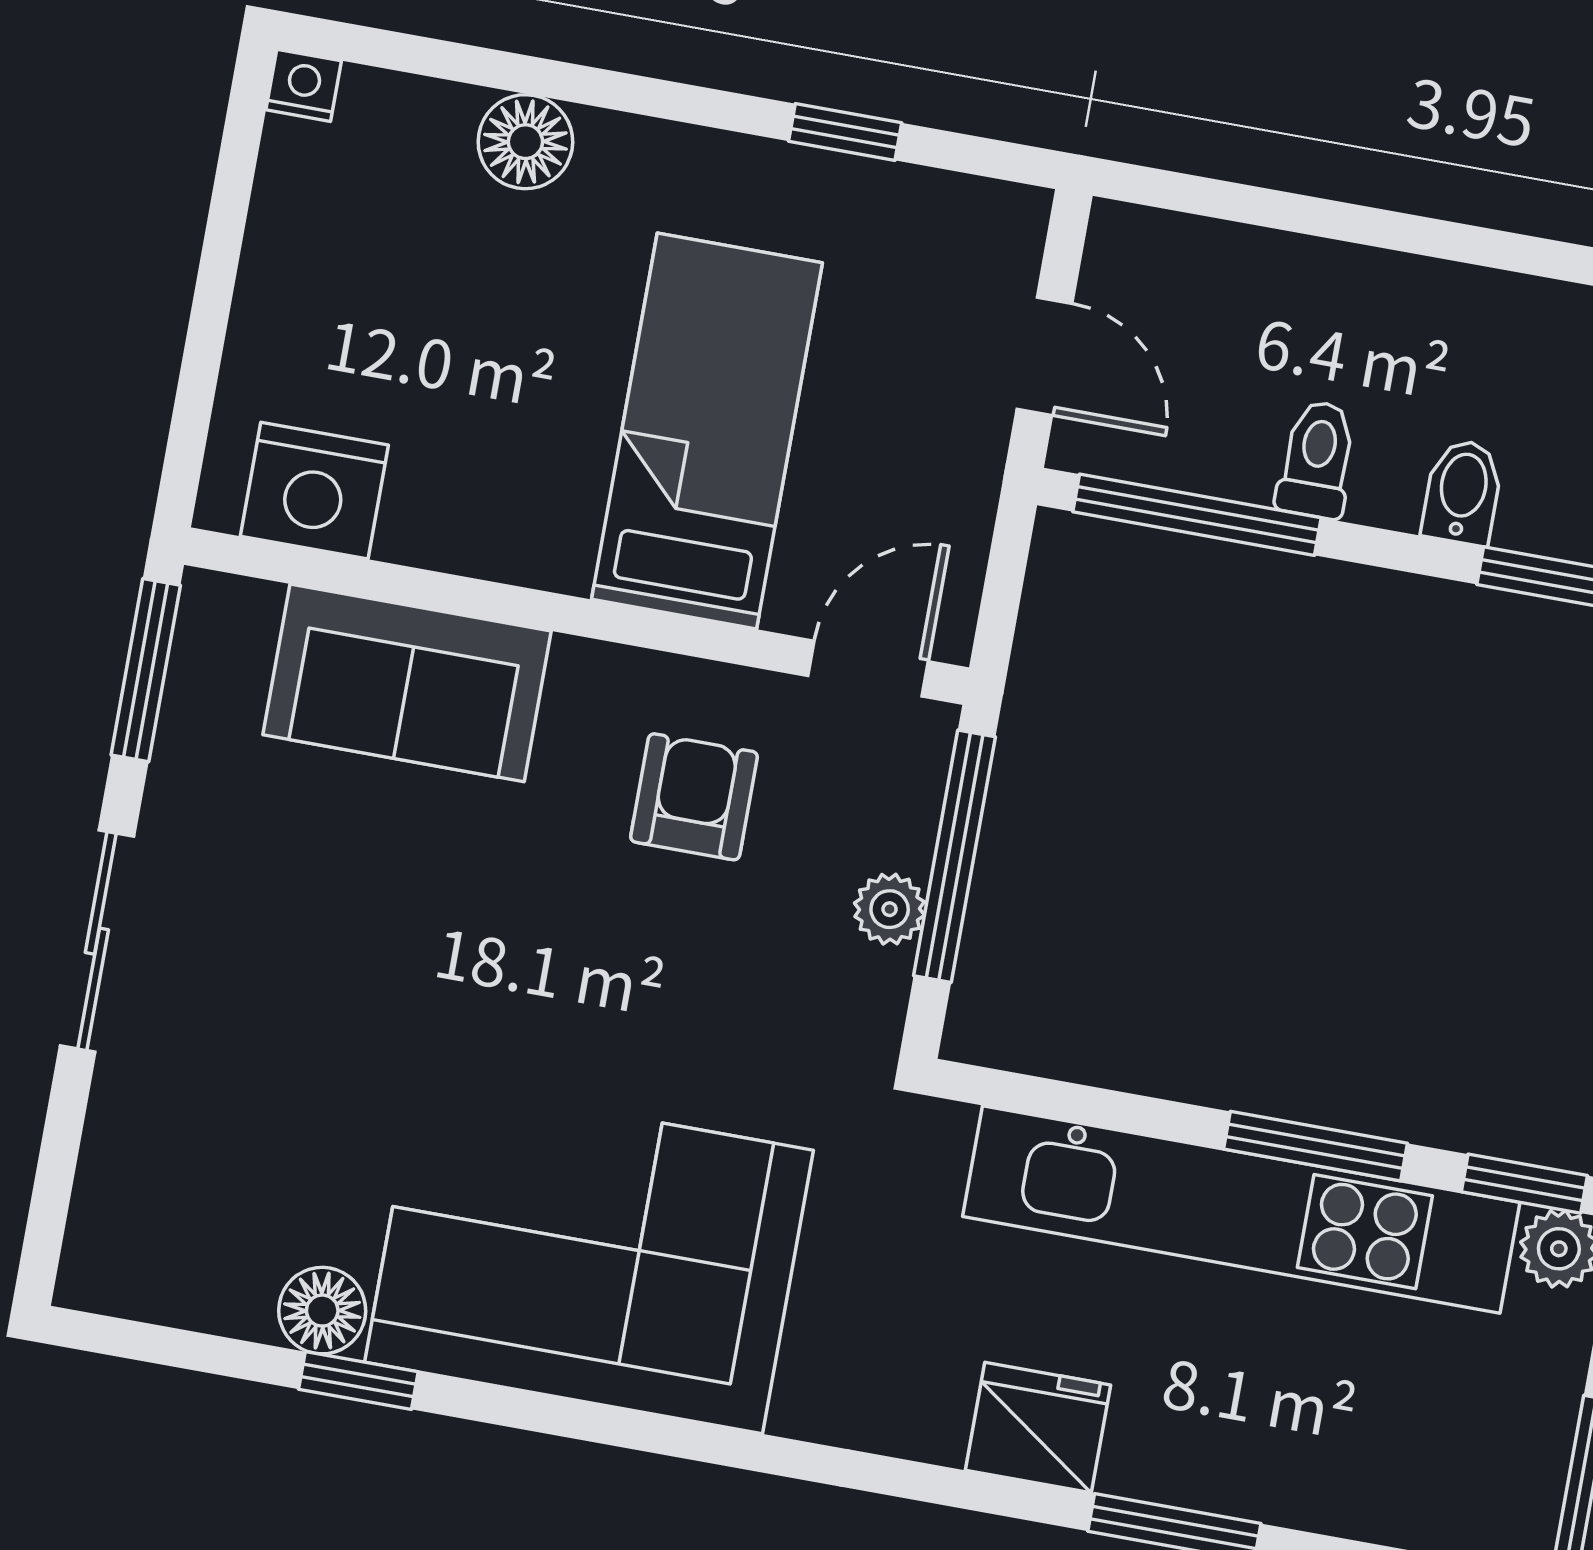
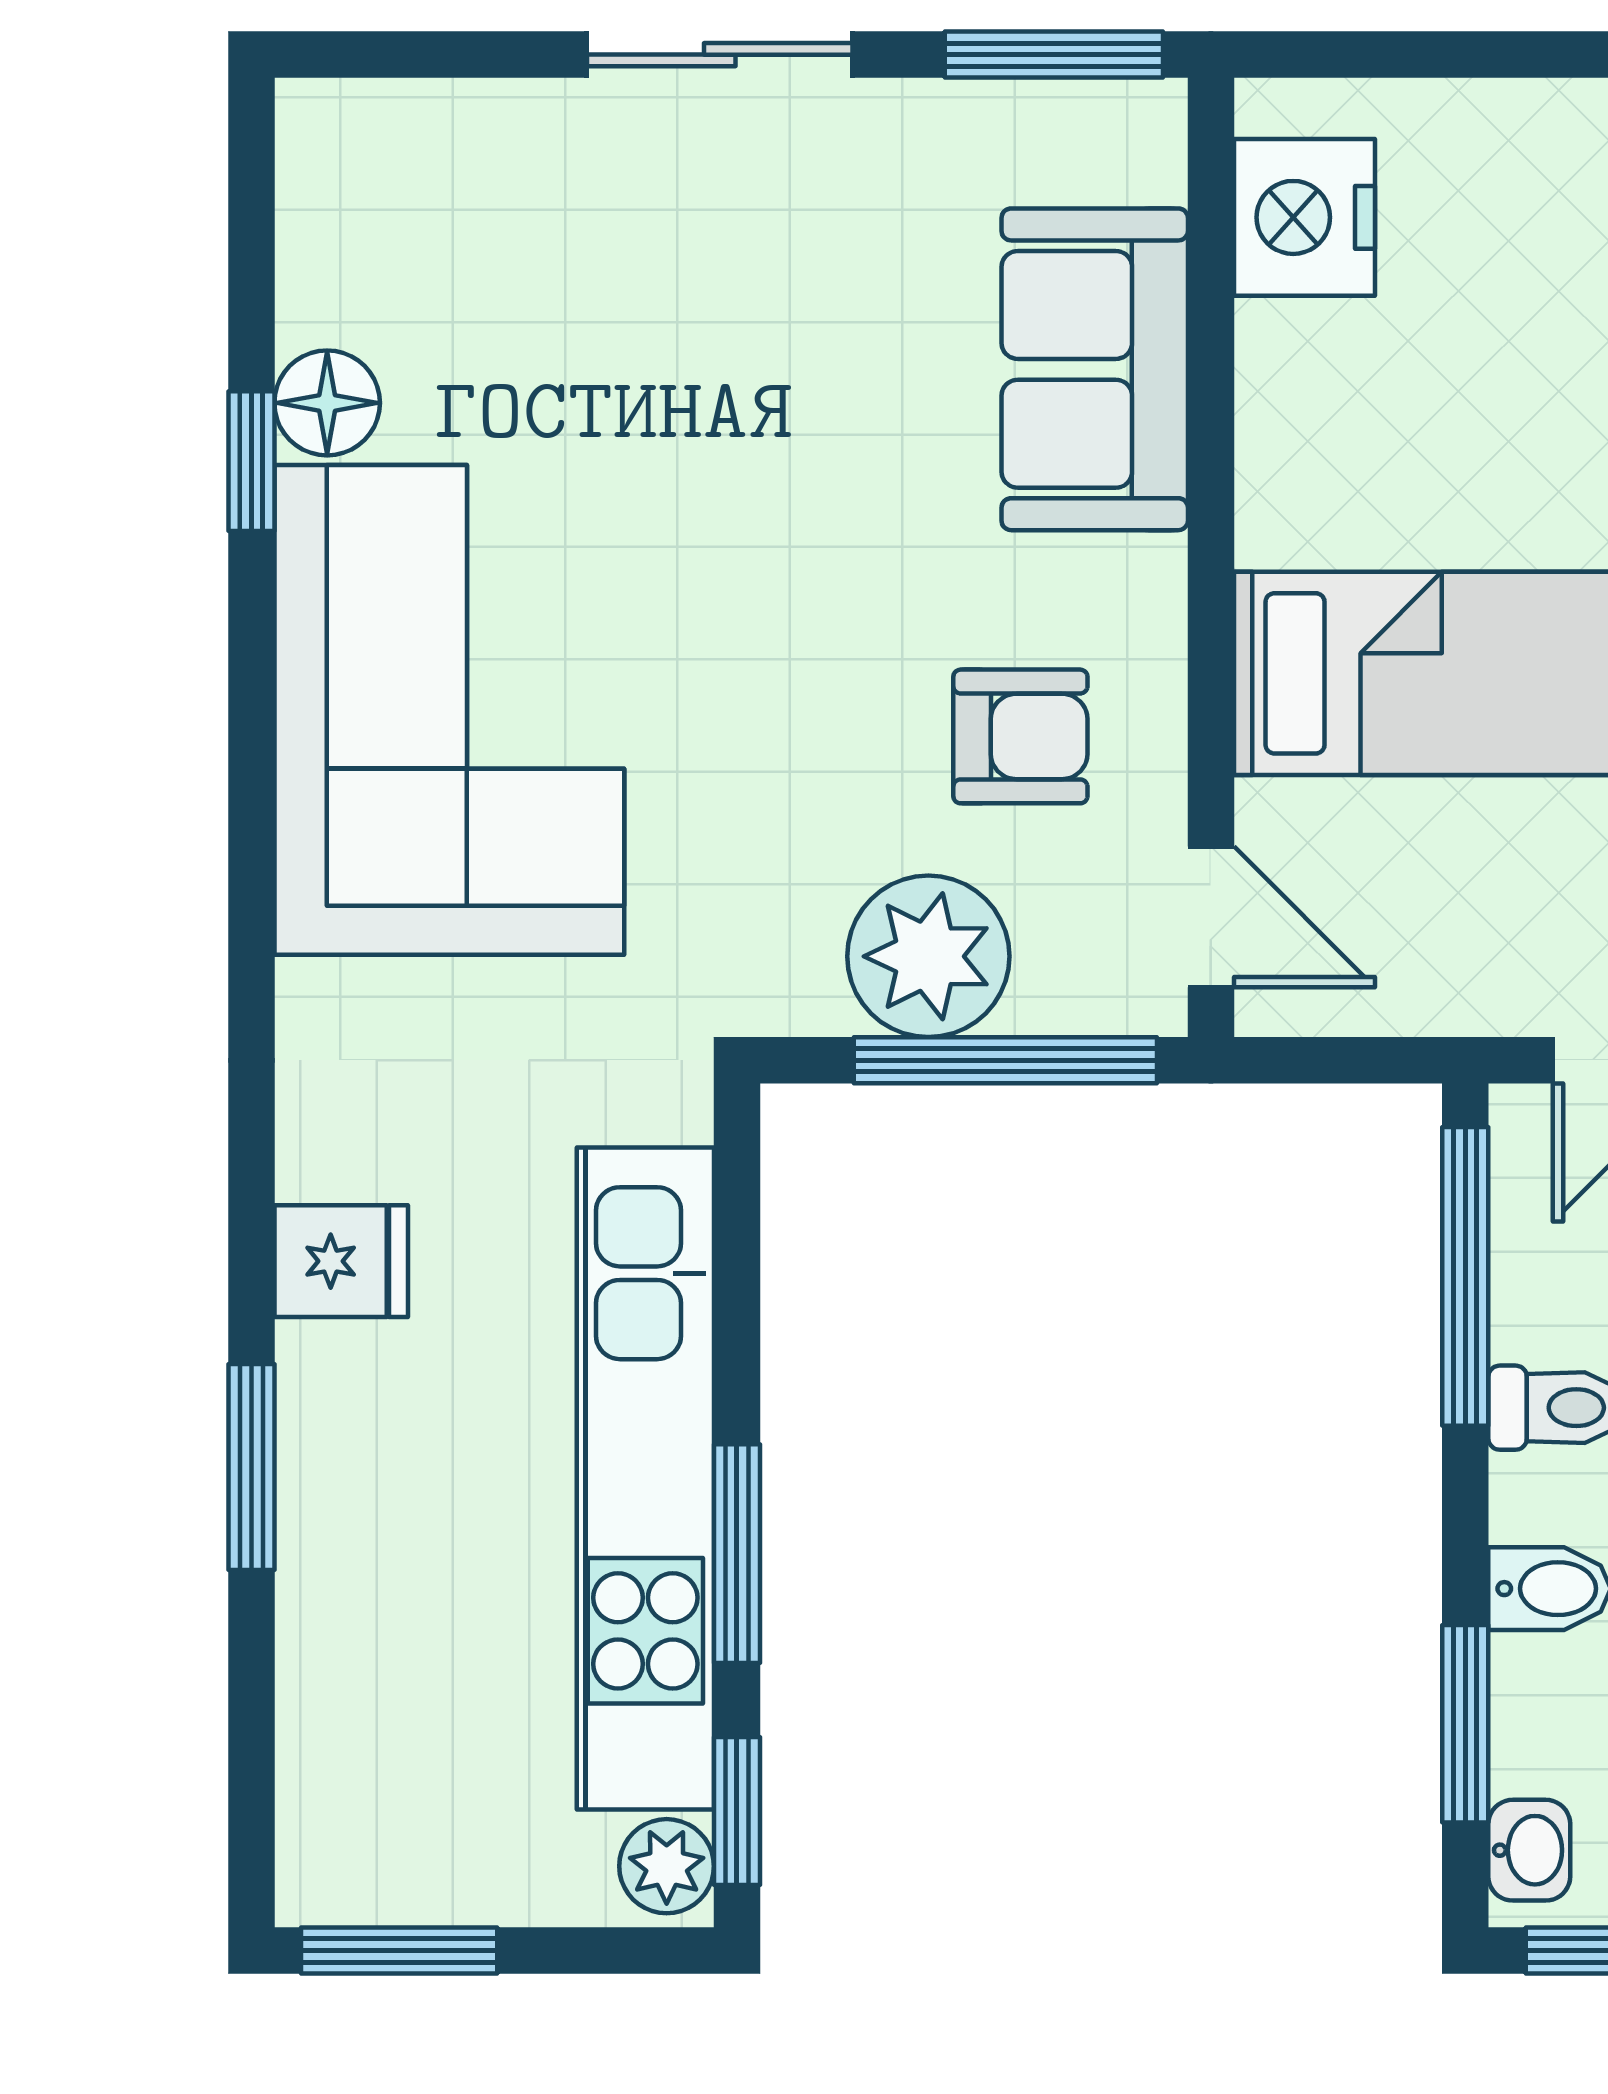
plant: (890, 909) -> (928, 956), width x1.88, depth x1.88
fridge: (1038, 1428) -> (341, 1261), width x0.72

